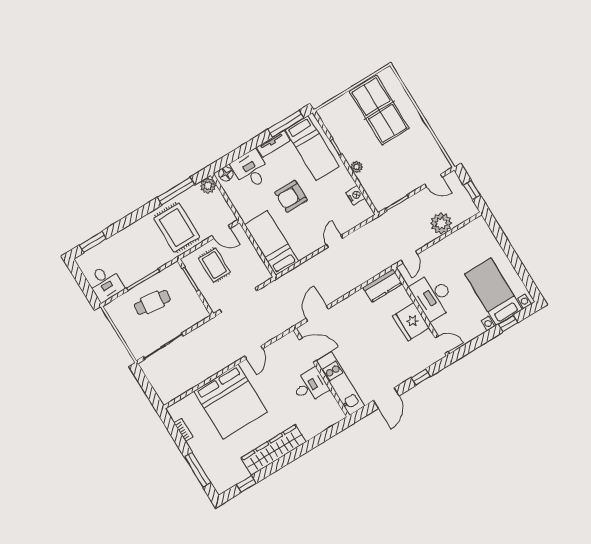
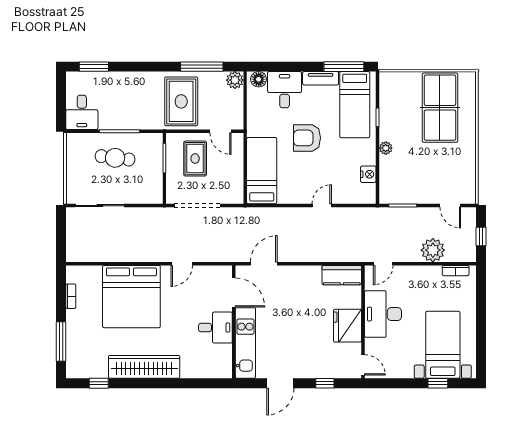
bookcase: (468, 228) -> (456, 271), added

